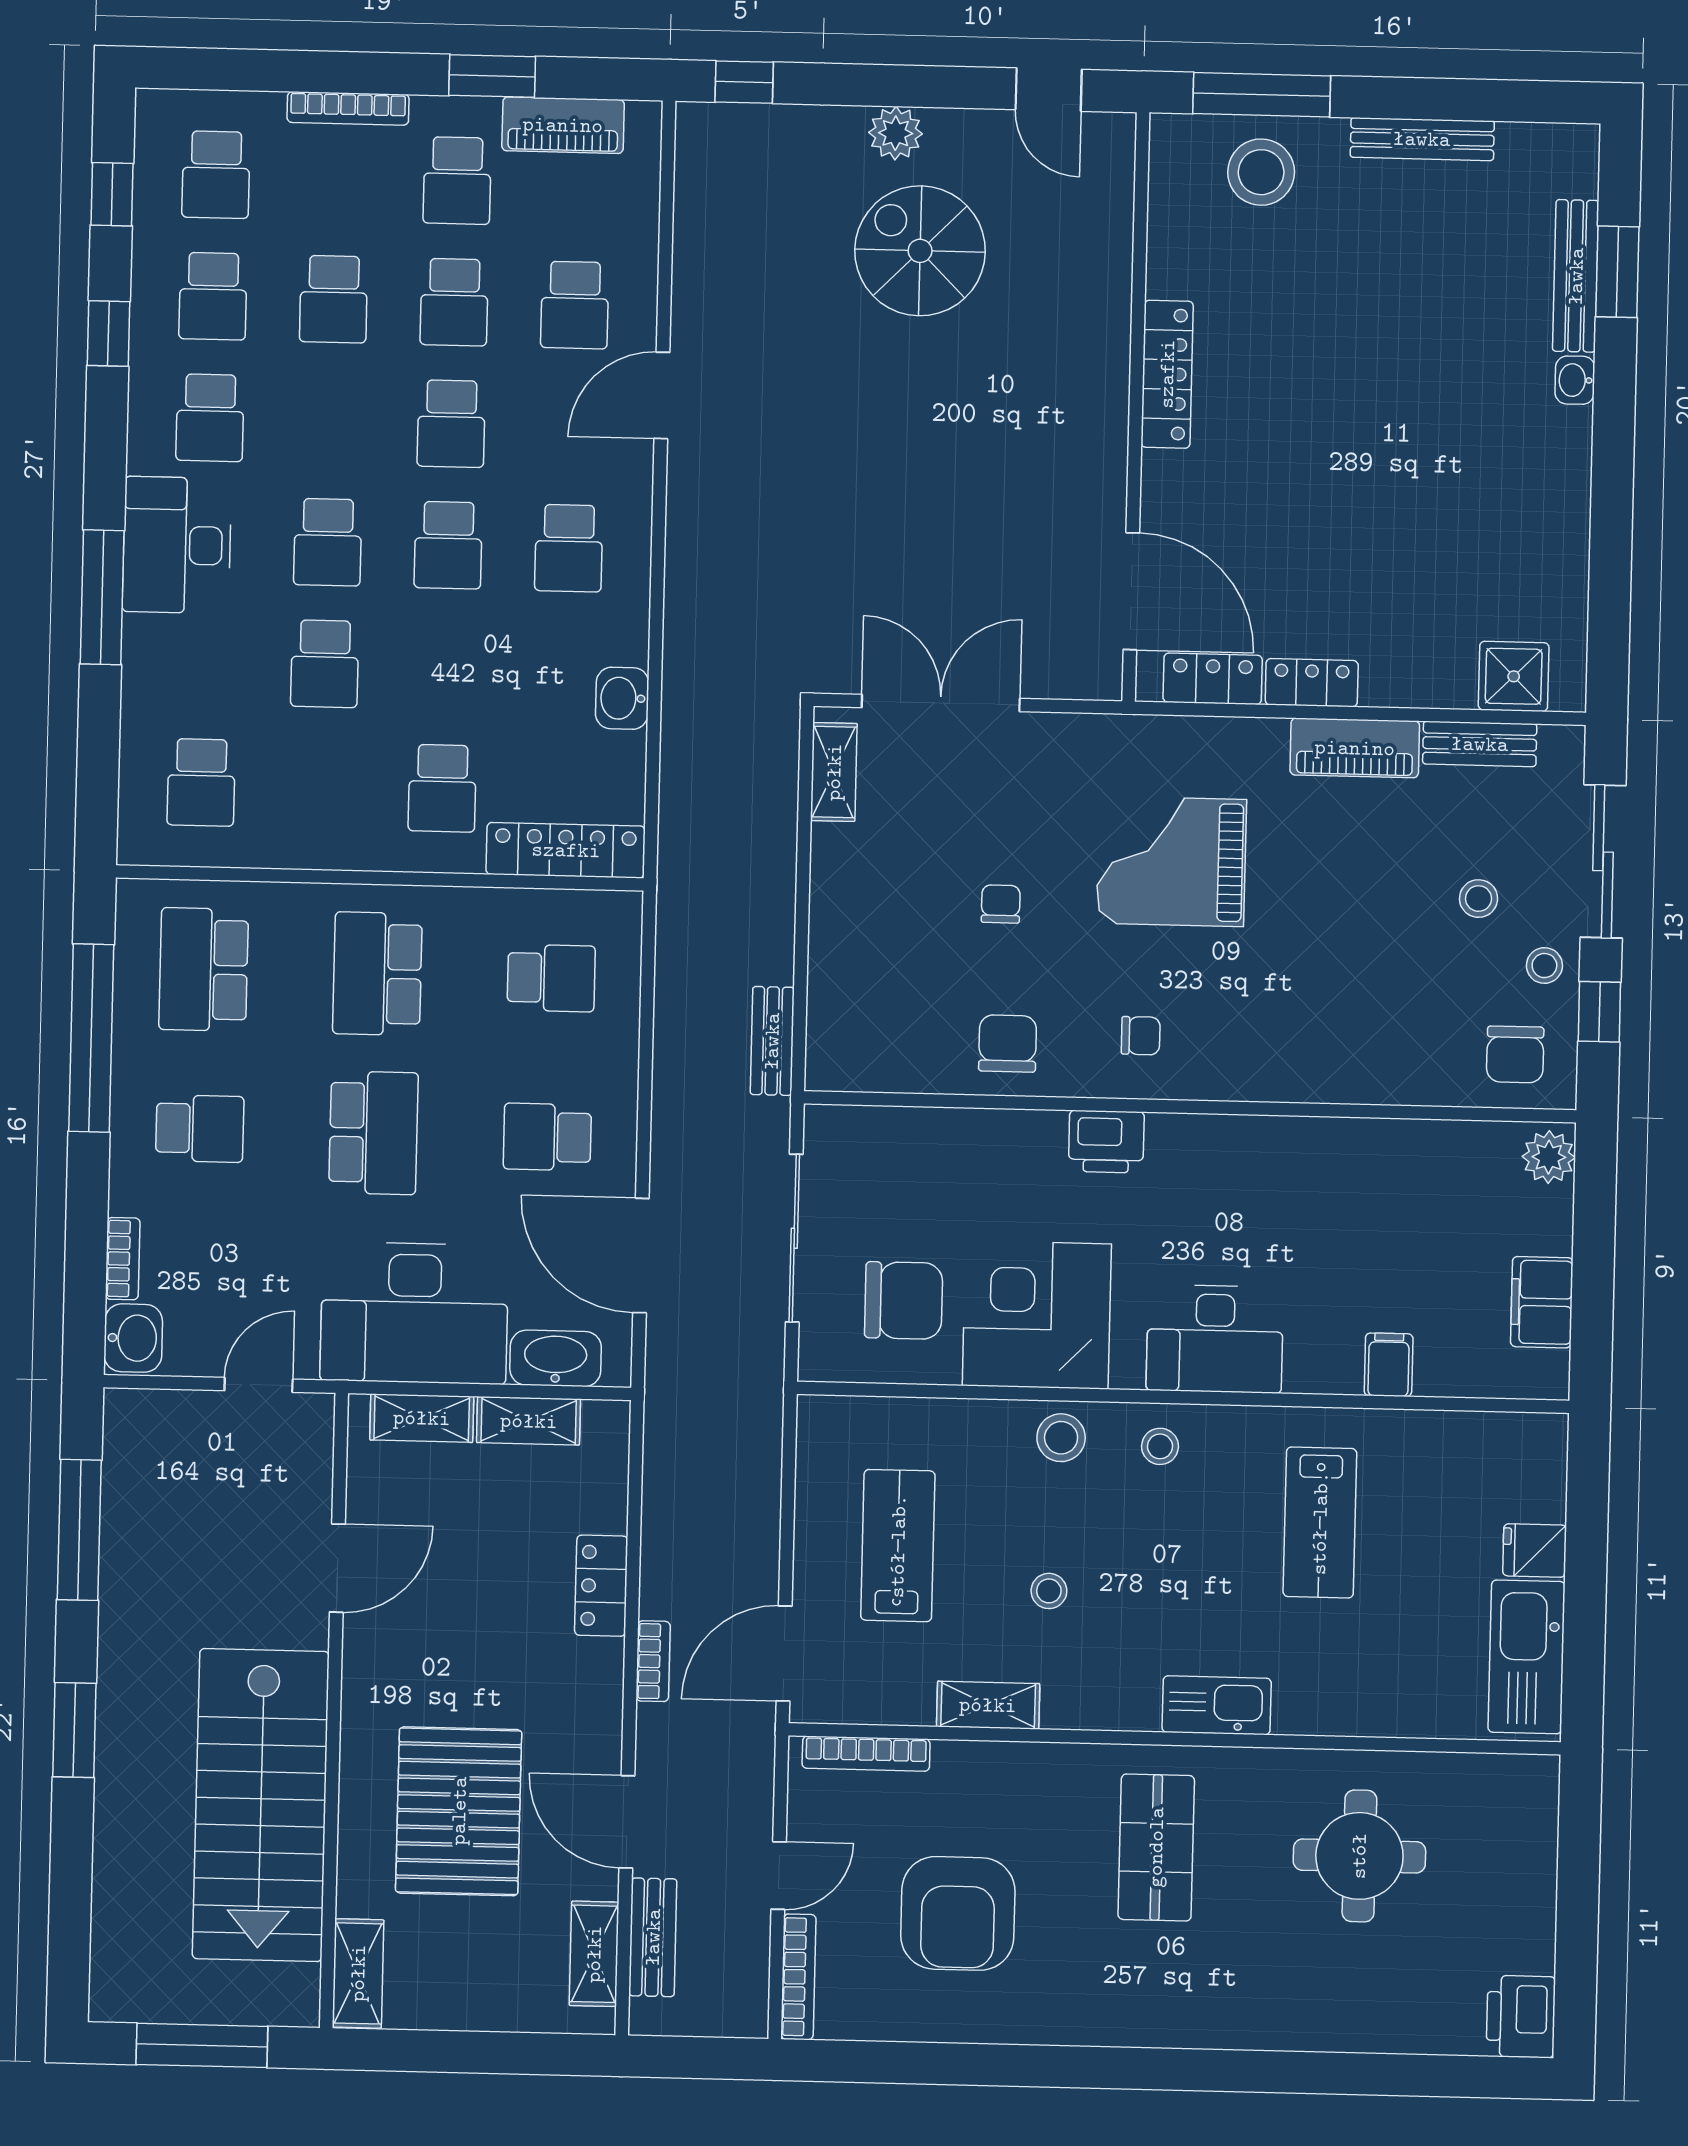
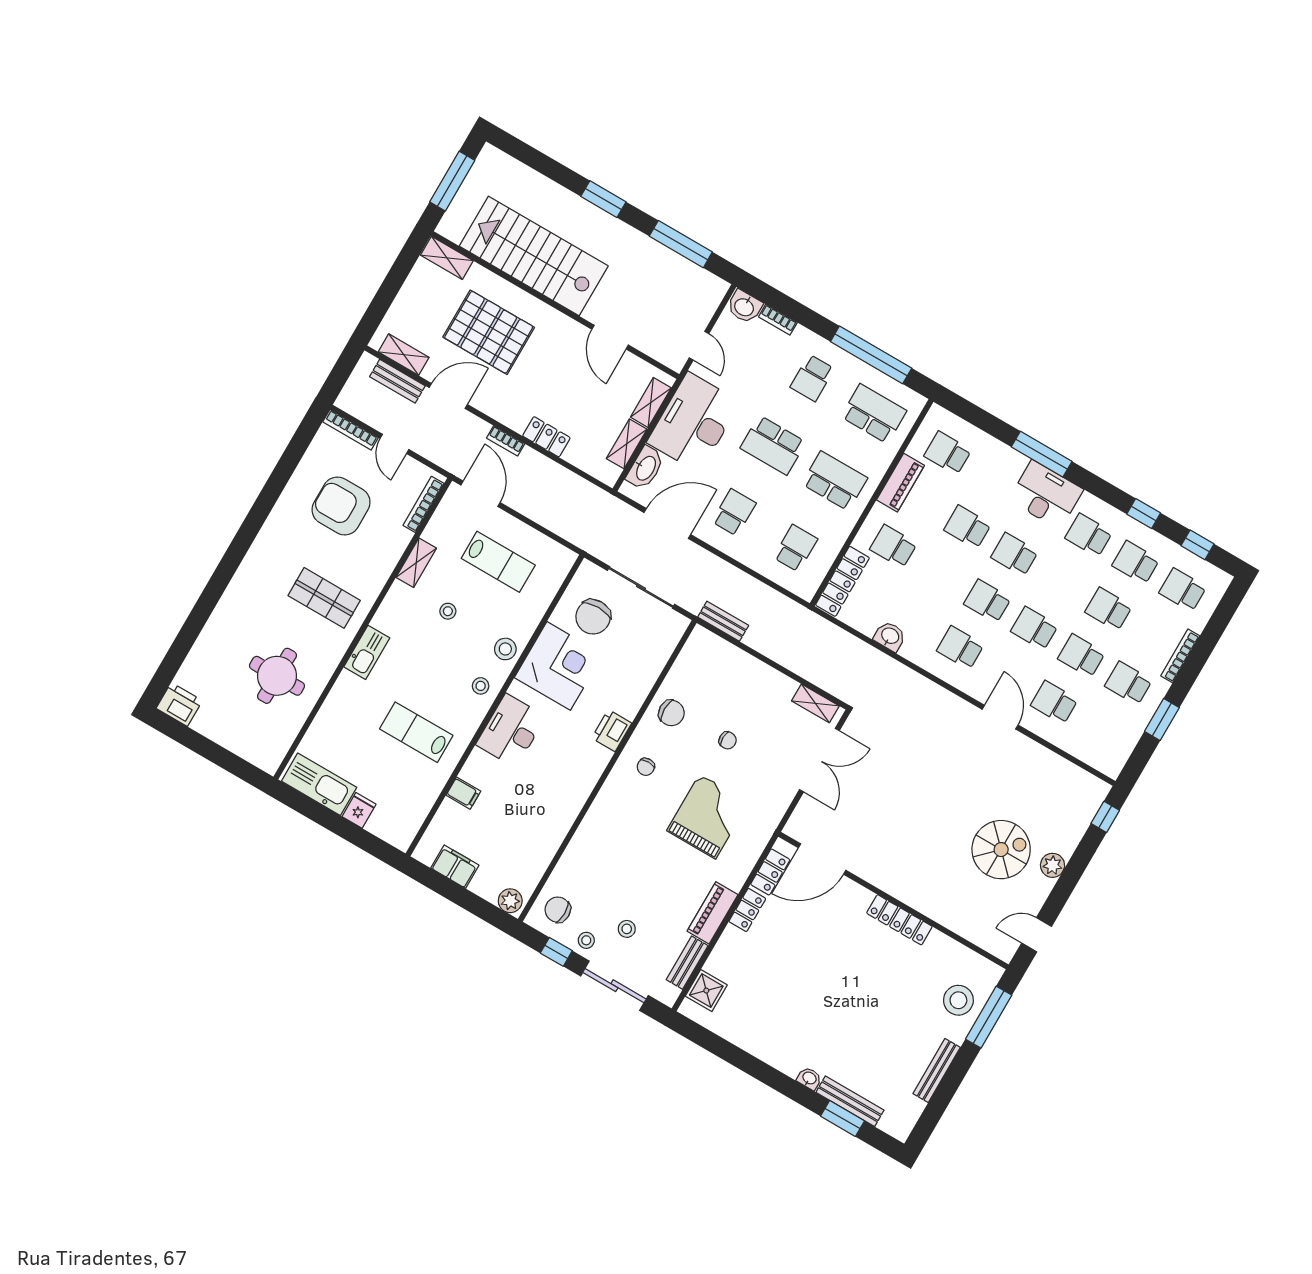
piano: (563, 125) -> (900, 483), moved, turned 180
school desk: (551, 978) -> (795, 548), turned 180

